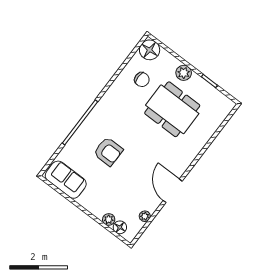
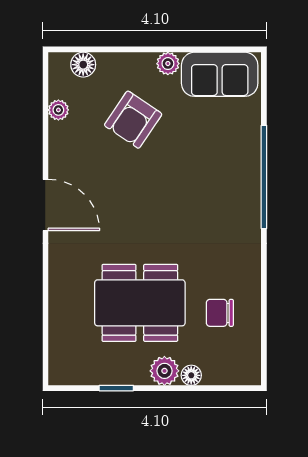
floor lamp: (150, 50) -> (191, 375), moved, width x0.53, depth x0.53
armchair: (108, 152) -> (133, 120), moved, turned -56
door: (173, 191) -> (45, 205), moved
plant: (109, 219) -> (168, 64), moved

